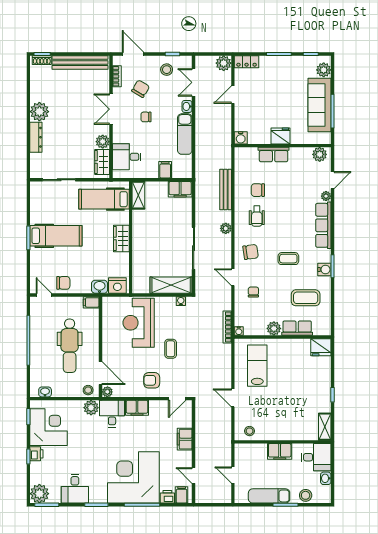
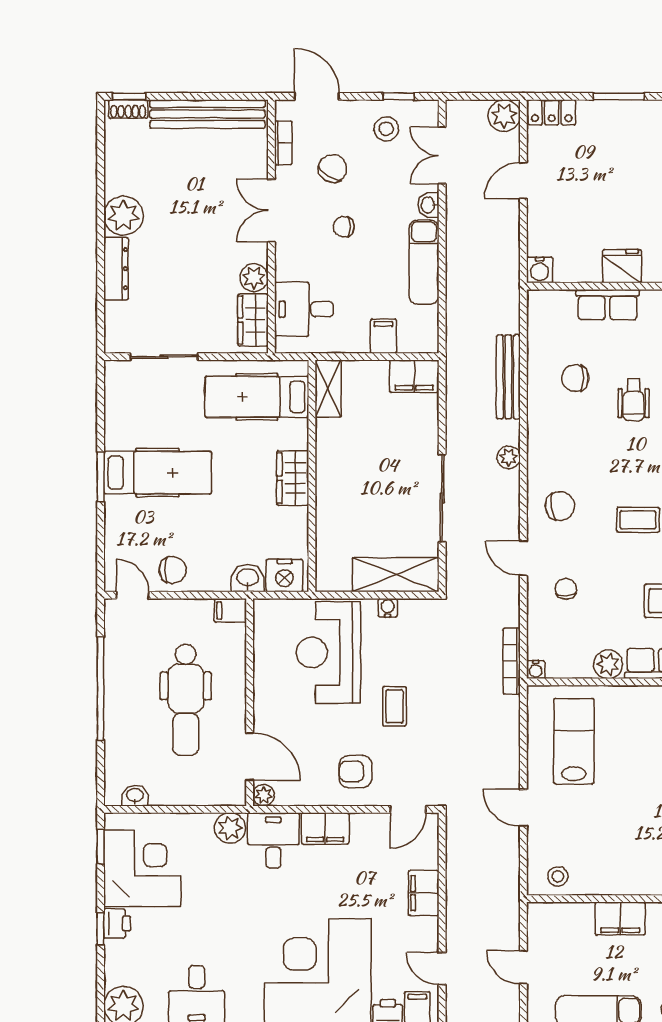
wheelchair: (257, 216) -> (634, 400), moved
water cooler: (181, 301) -> (388, 608), moved
stool: (88, 390) -> (224, 792), removed

